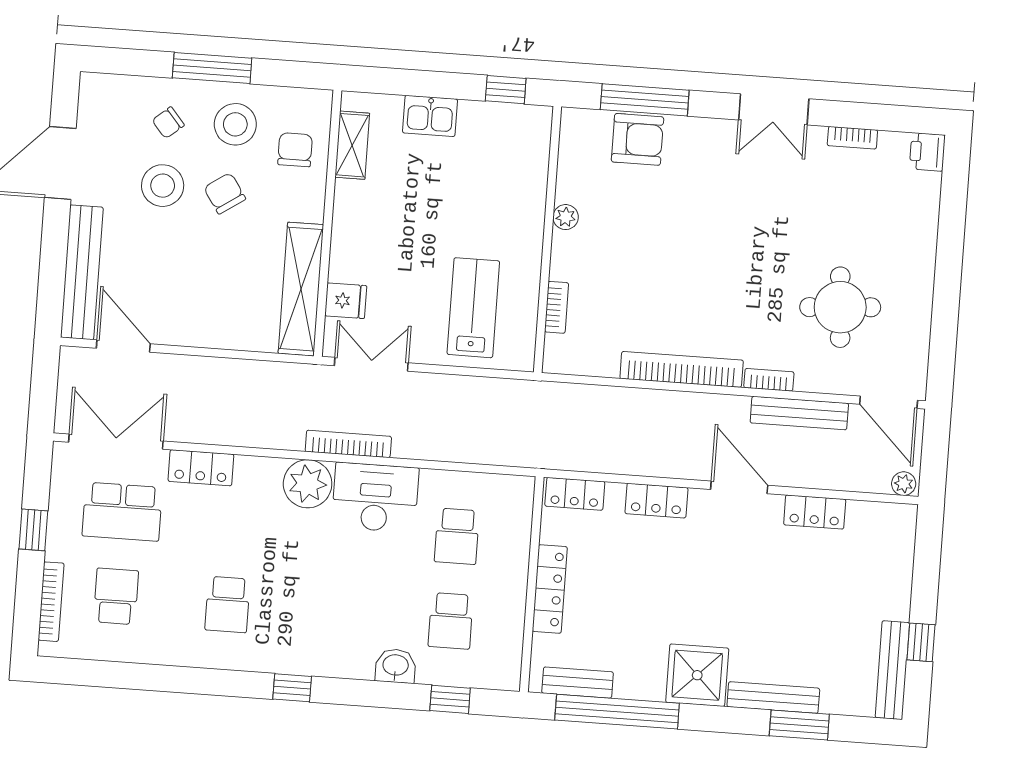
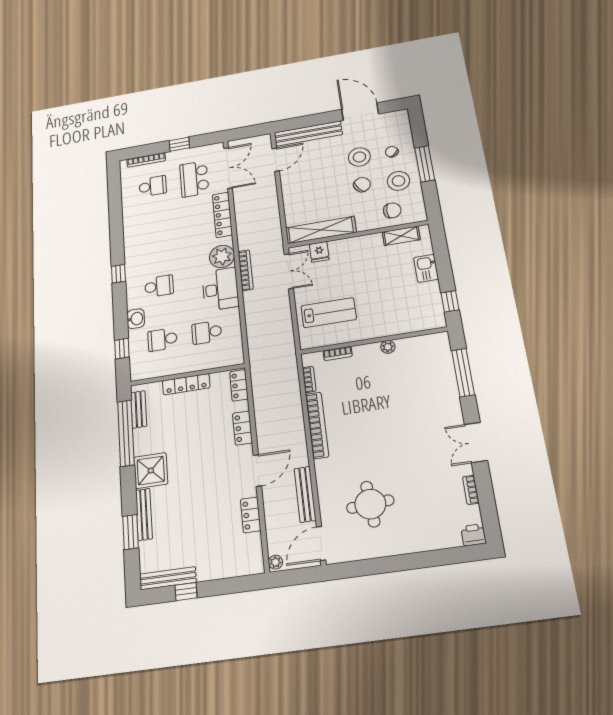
armchair: (637, 139) -> (440, 374), removed
bookcase: (769, 380) -> (309, 379), moved
locker: (201, 468) -> (222, 215), width x1.53
school desk: (228, 604) -> (159, 286), moved, turned 180

